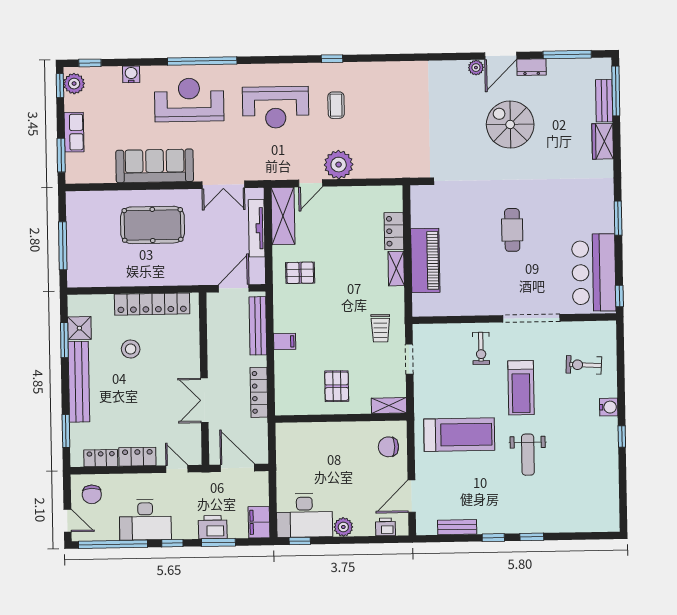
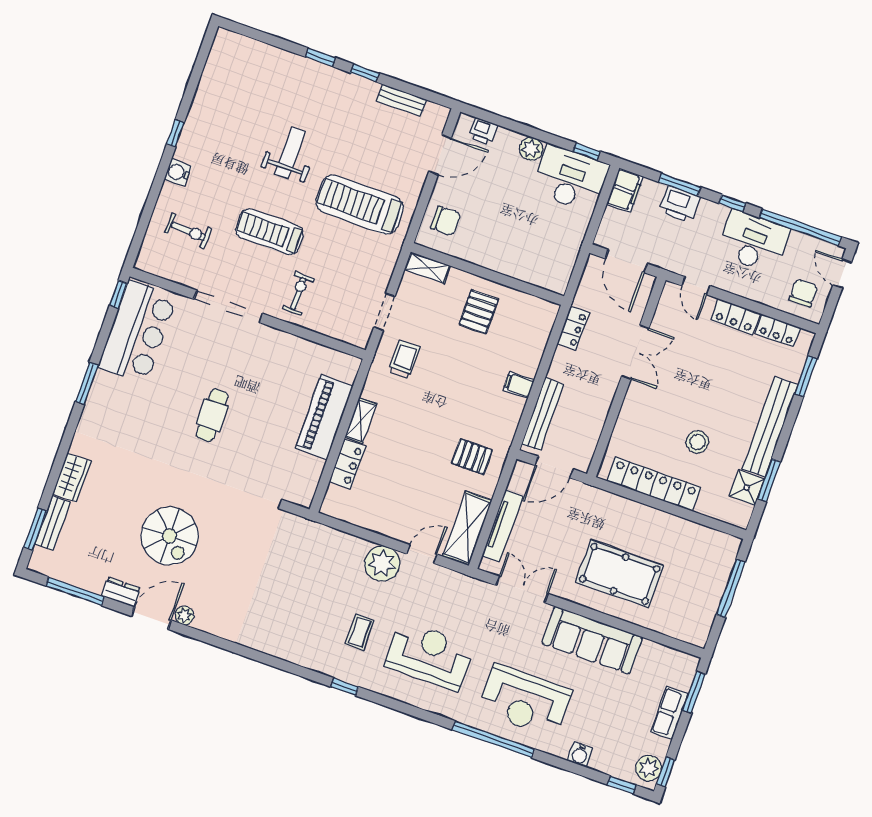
window: (616, 91) -> (35, 529), width x0.69
treadmill: (521, 388) -> (270, 232), turned -90
locker: (259, 392) -> (573, 328), width x0.66

